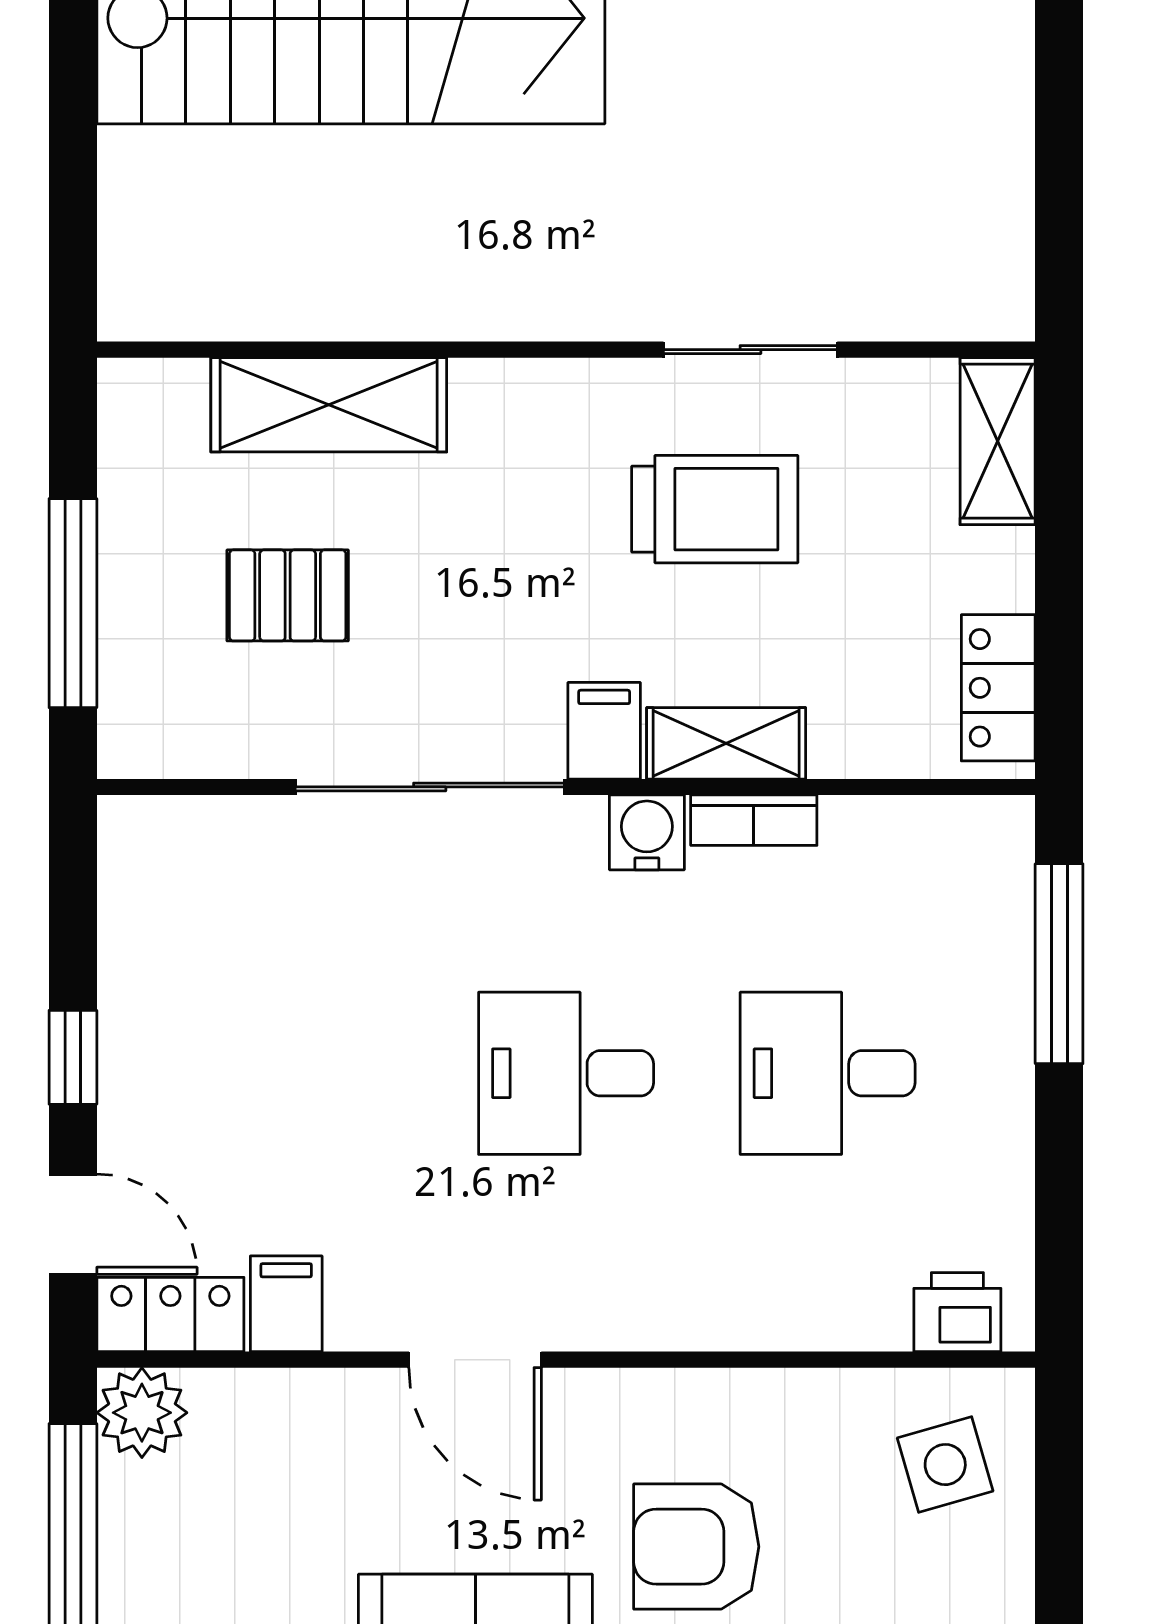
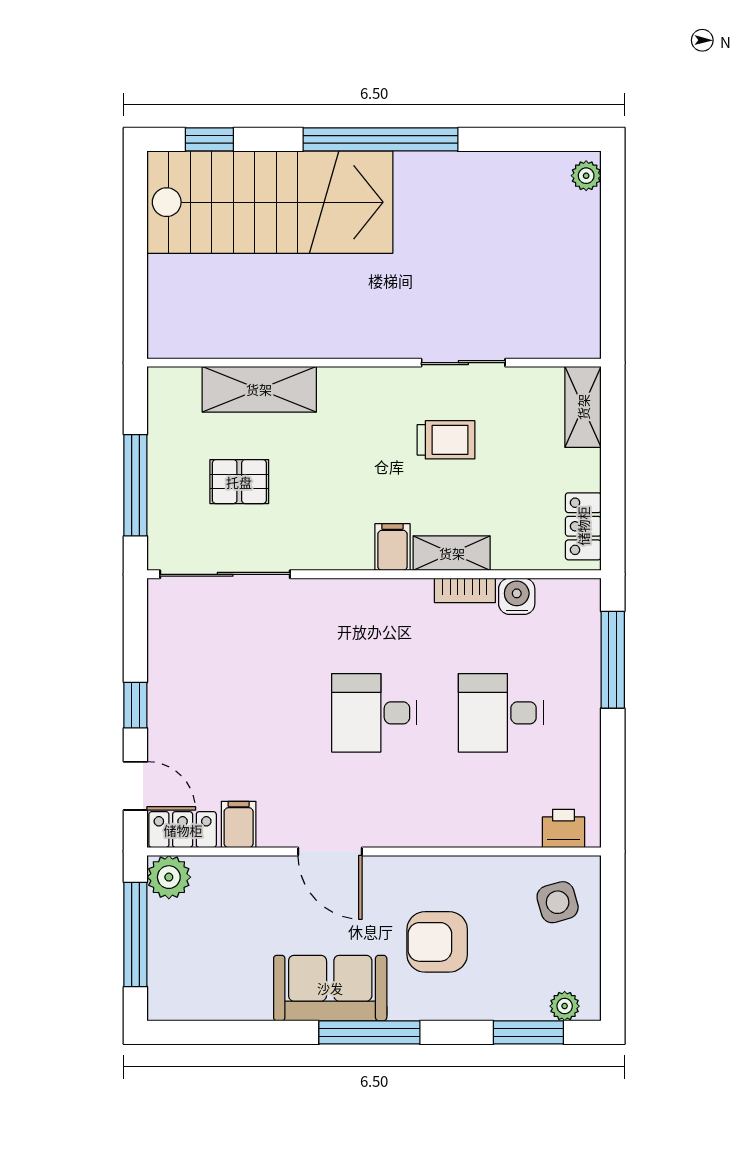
trolley: (715, 509) -> (446, 440), width x0.73, depth x0.72
sliding door: (430, 787) -> (225, 574), moved
water cooler: (647, 832) -> (517, 596), moved

